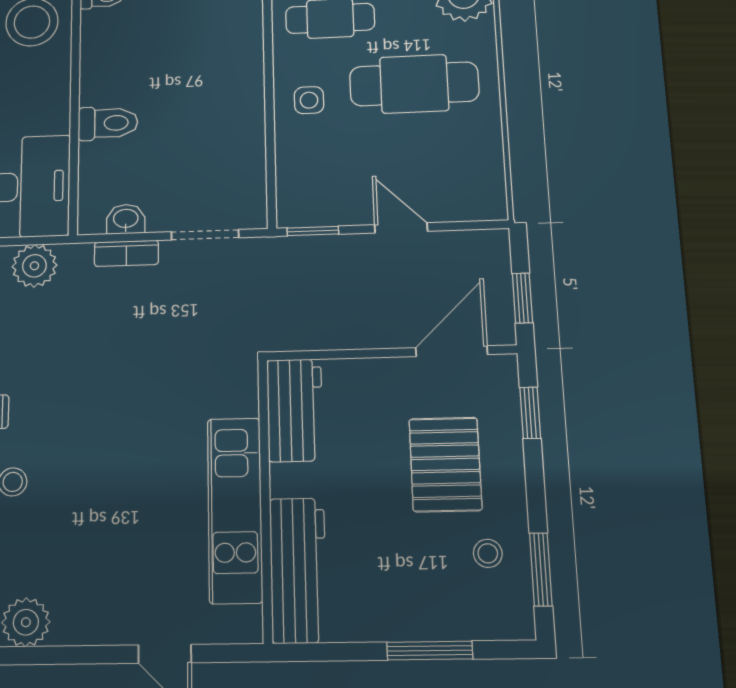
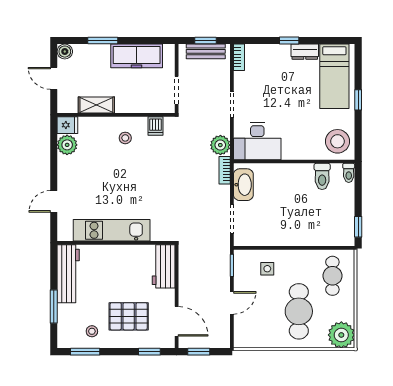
side table: (309, 100) -> (267, 269), moved
toilet: (108, 123) -> (322, 176), moved
washbasin: (126, 219) -> (243, 185), width x1.91, depth x1.45
bookcase: (126, 253) -> (225, 170), moved
workbench: (295, 410) -> (164, 266), moved, turned 90
workbench: (298, 570) -> (68, 274), moved, turned -90

